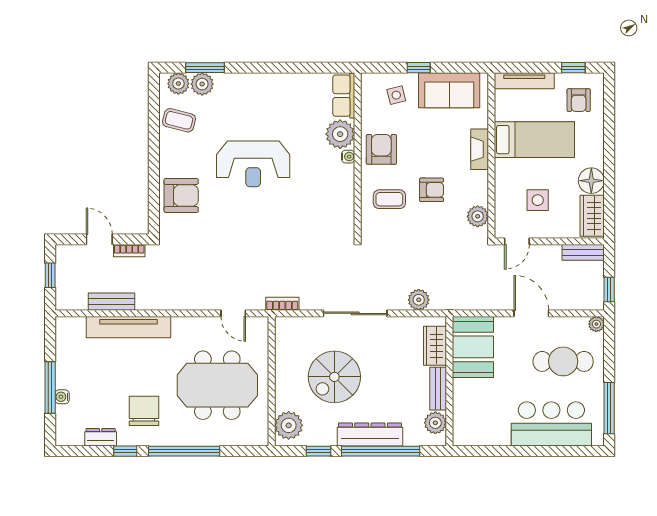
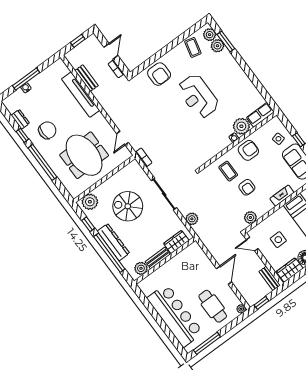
booth: (473, 347) -> (189, 260), removed
bar counter: (551, 424) -> (175, 315), width x1.36

